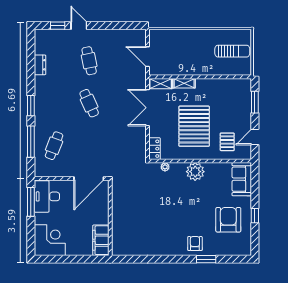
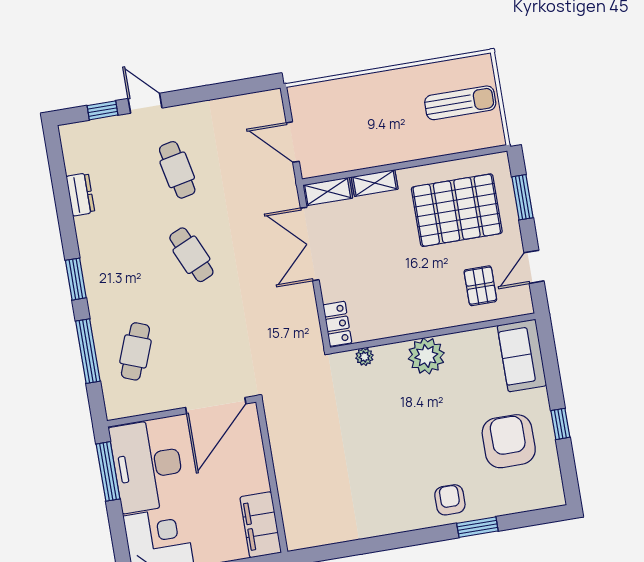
pallet: (194, 126) -> (457, 210), moved, turned 90
desk: (47, 196) -> (147, 466), width x1.36, depth x1.30

